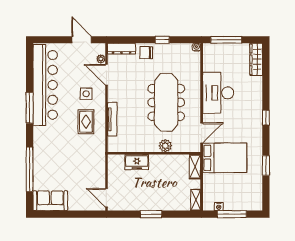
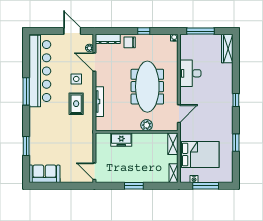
desk: (218, 93) -> (190, 73), width x0.73, depth x0.77
bed: (225, 158) -> (199, 154), moved
window: (30, 169) -> (26, 146), width x0.47

